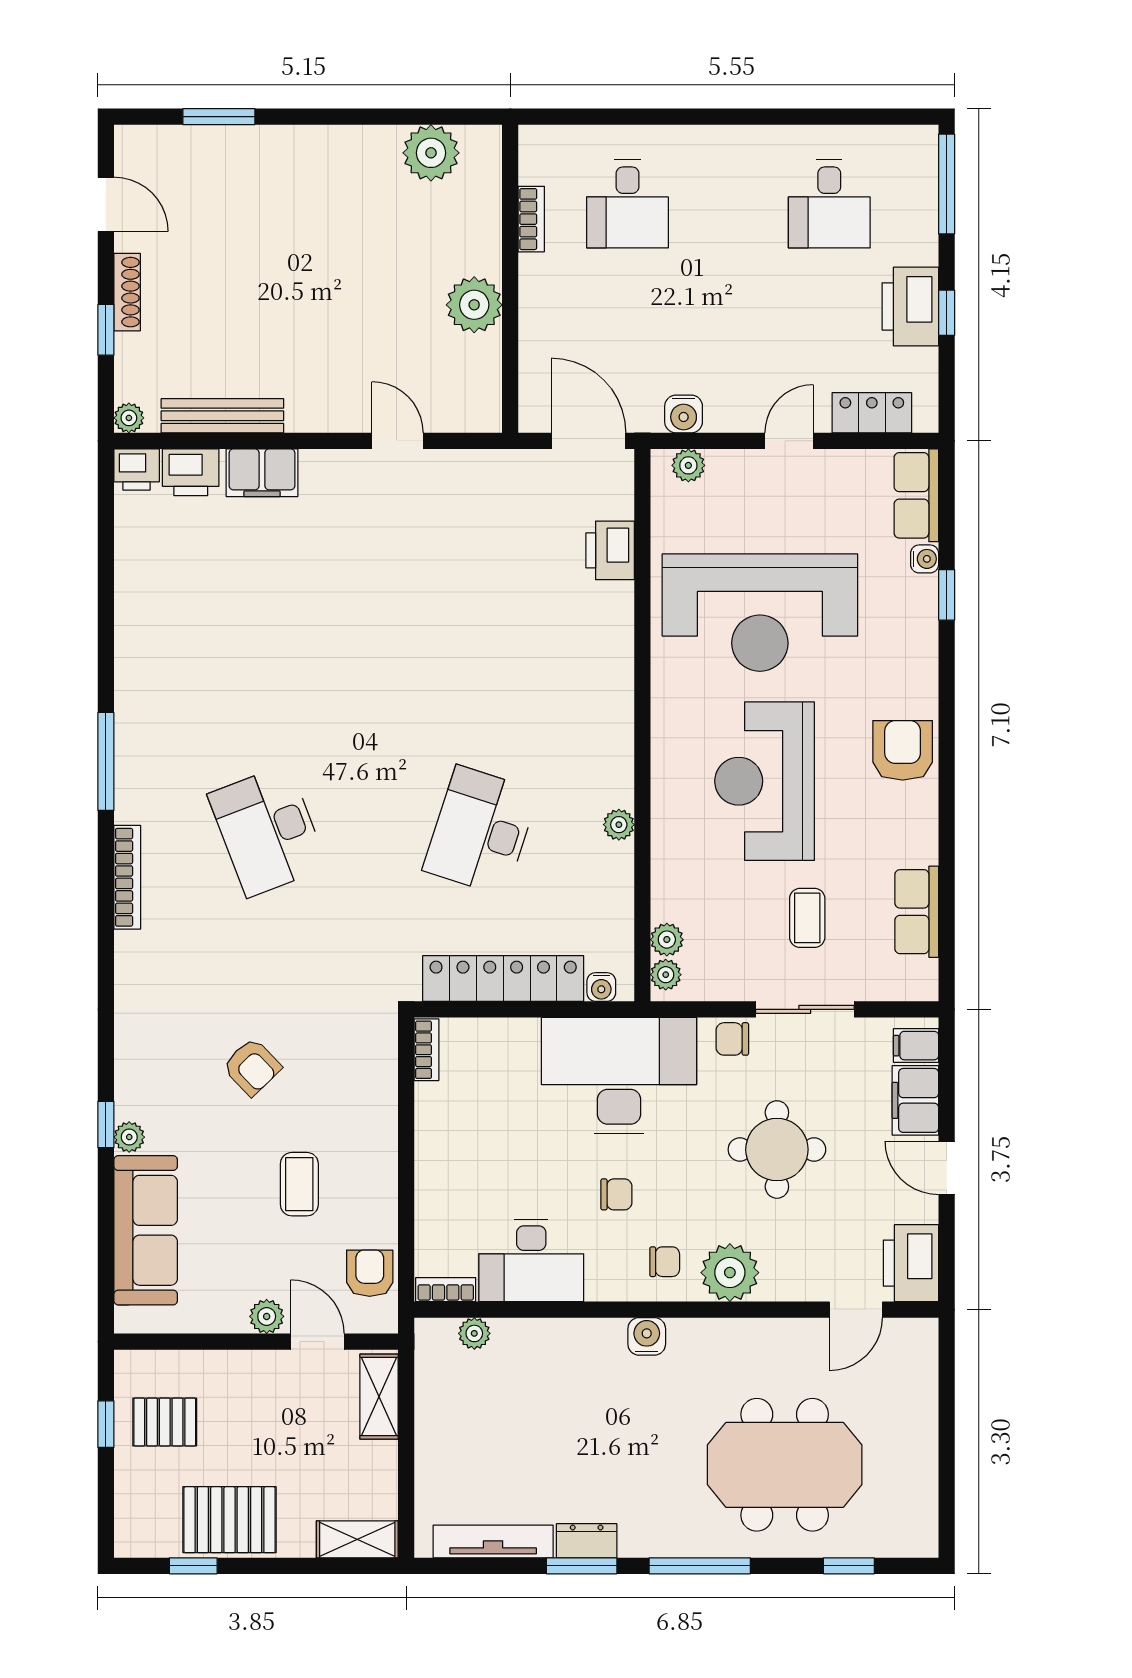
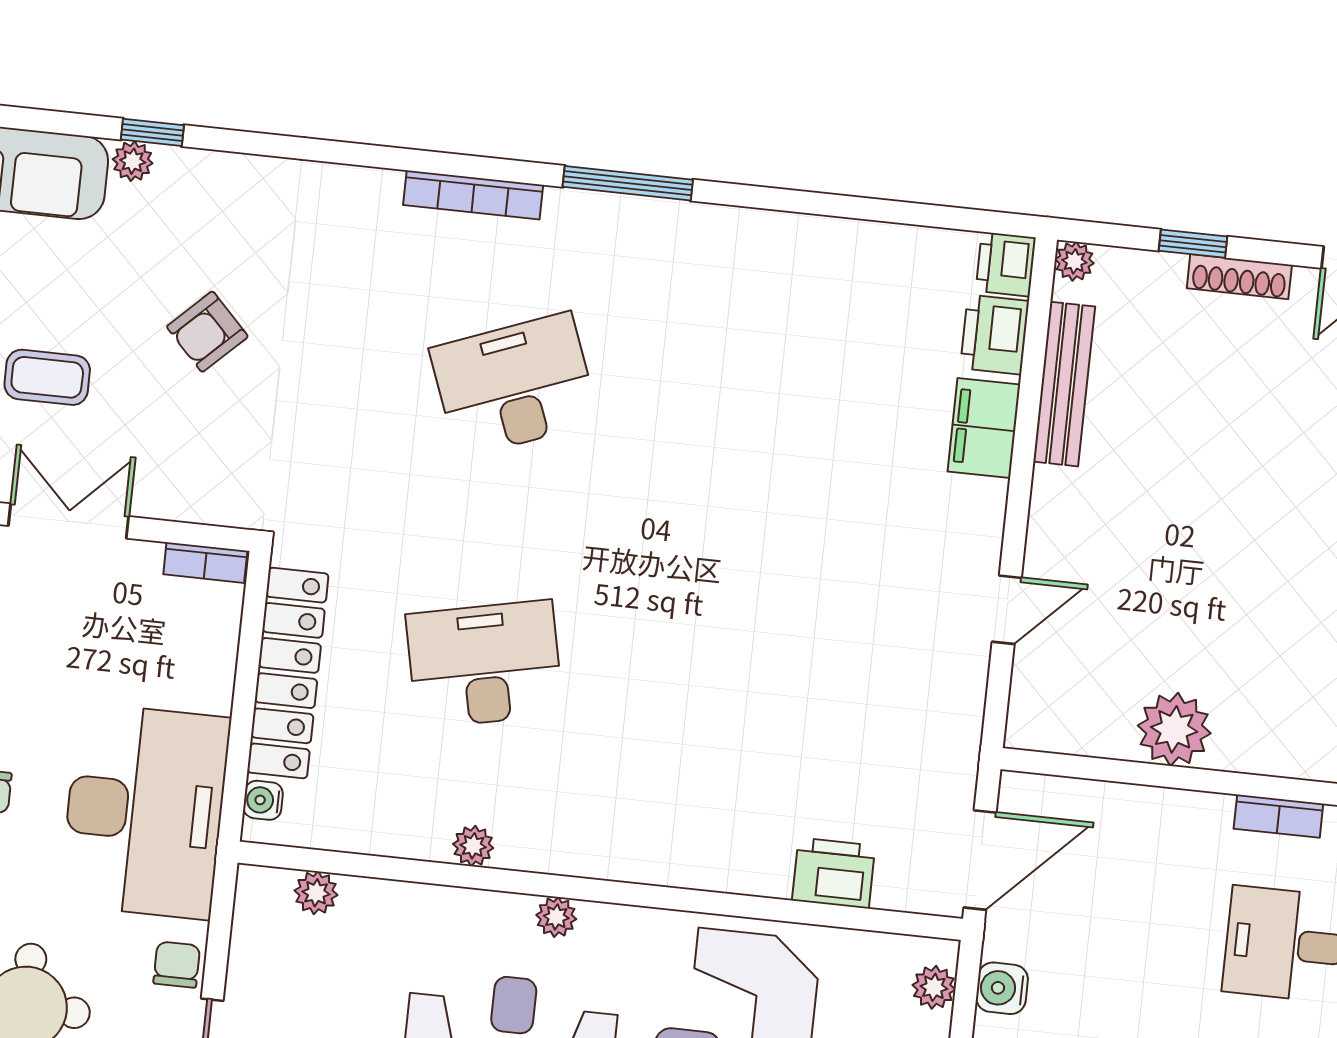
desk: (481, 831) -> (485, 664), turned -30
plant: (666, 975) -> (556, 917), moved
double door: (406, 1156) -> (69, 521), added

